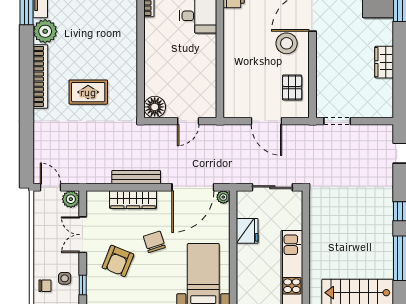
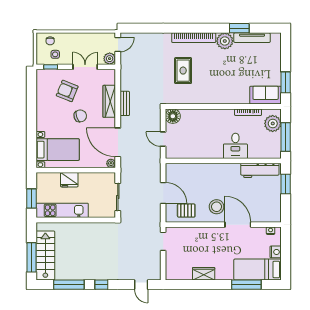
door: (266, 121) -> (163, 193), swing flipped
bench: (136, 177) -> (125, 103), width x0.73
fridge: (247, 231) -> (69, 180), moved

